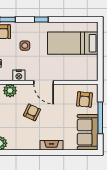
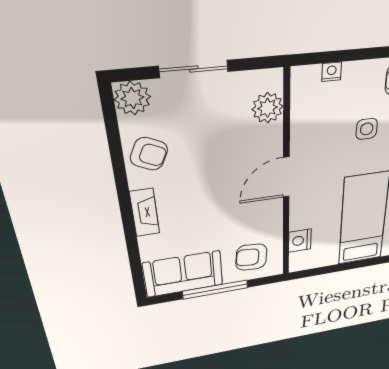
nightstand: (19, 75) -> (300, 241), moved
armchair: (32, 112) -> (149, 154), moved

